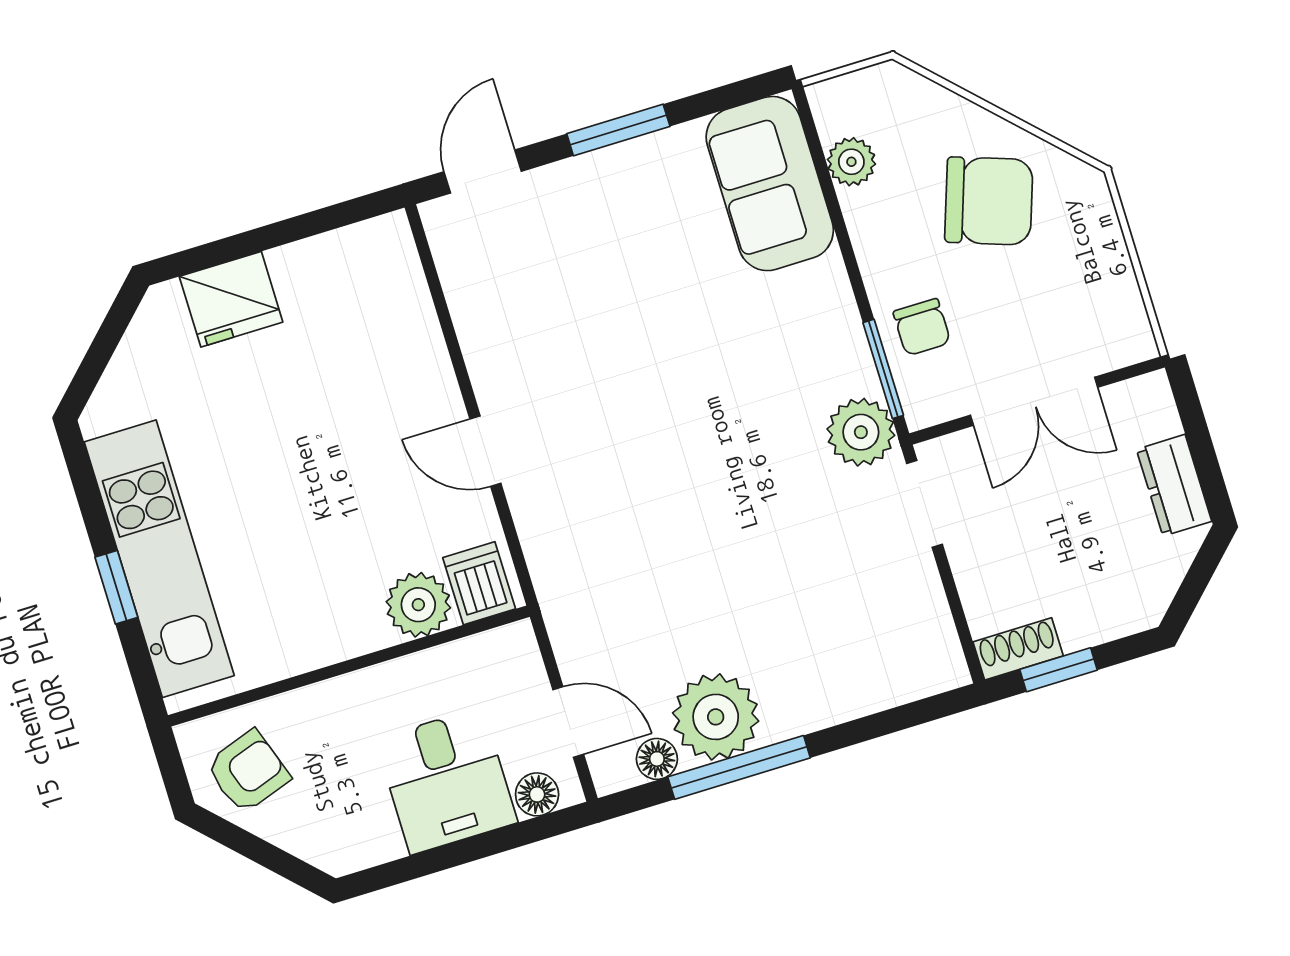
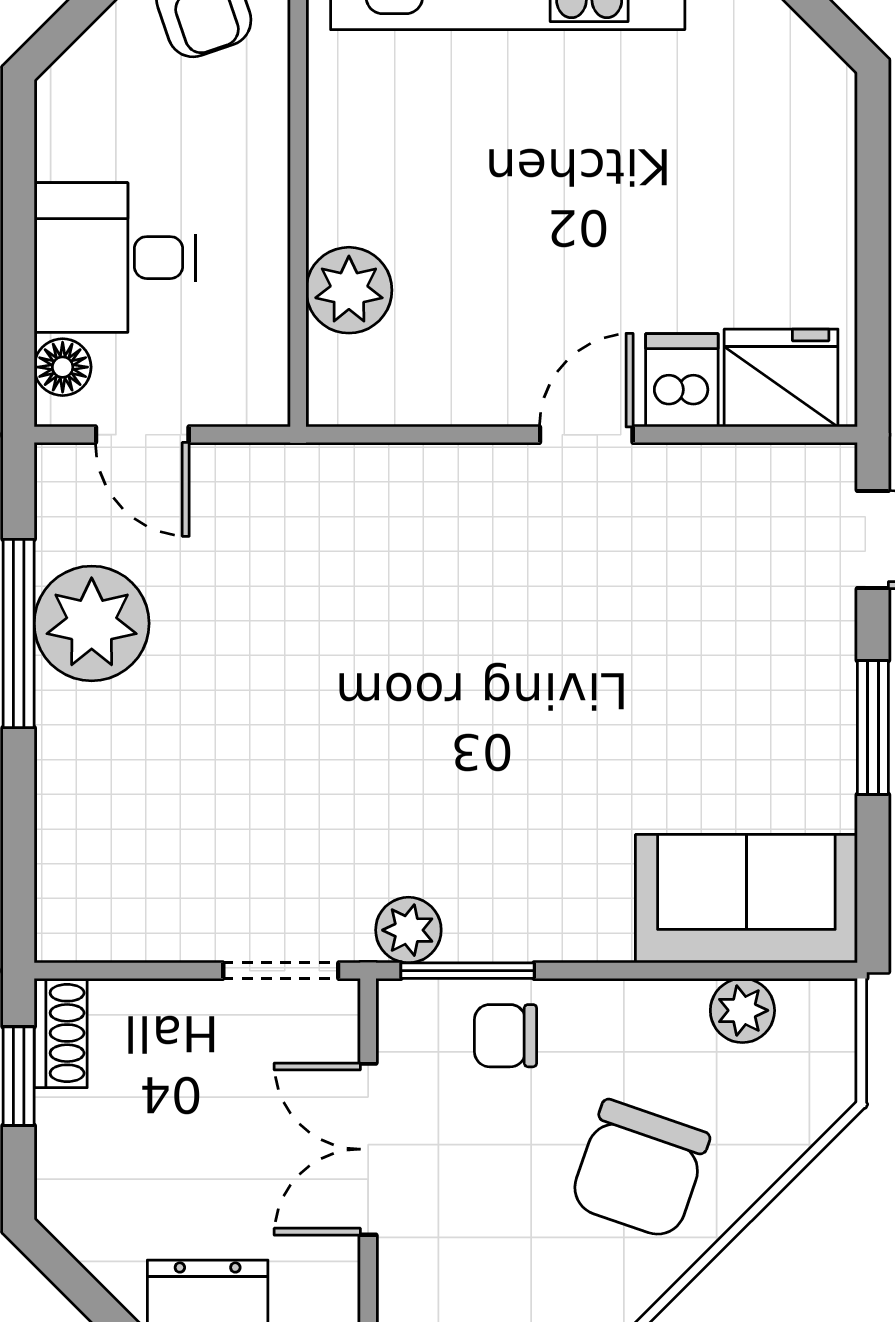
fridge: (231, 299) -> (781, 378), moved, turned 90
plant: (861, 432) -> (408, 930), width x0.73, depth x0.73
door: (485, 451) -> (586, 435), moved
dishwasher: (479, 583) -> (682, 380), moved, turned -90
door: (568, 722) -> (142, 435), hinge flipped
floor lamp: (657, 759) -> (61, 533), removed

